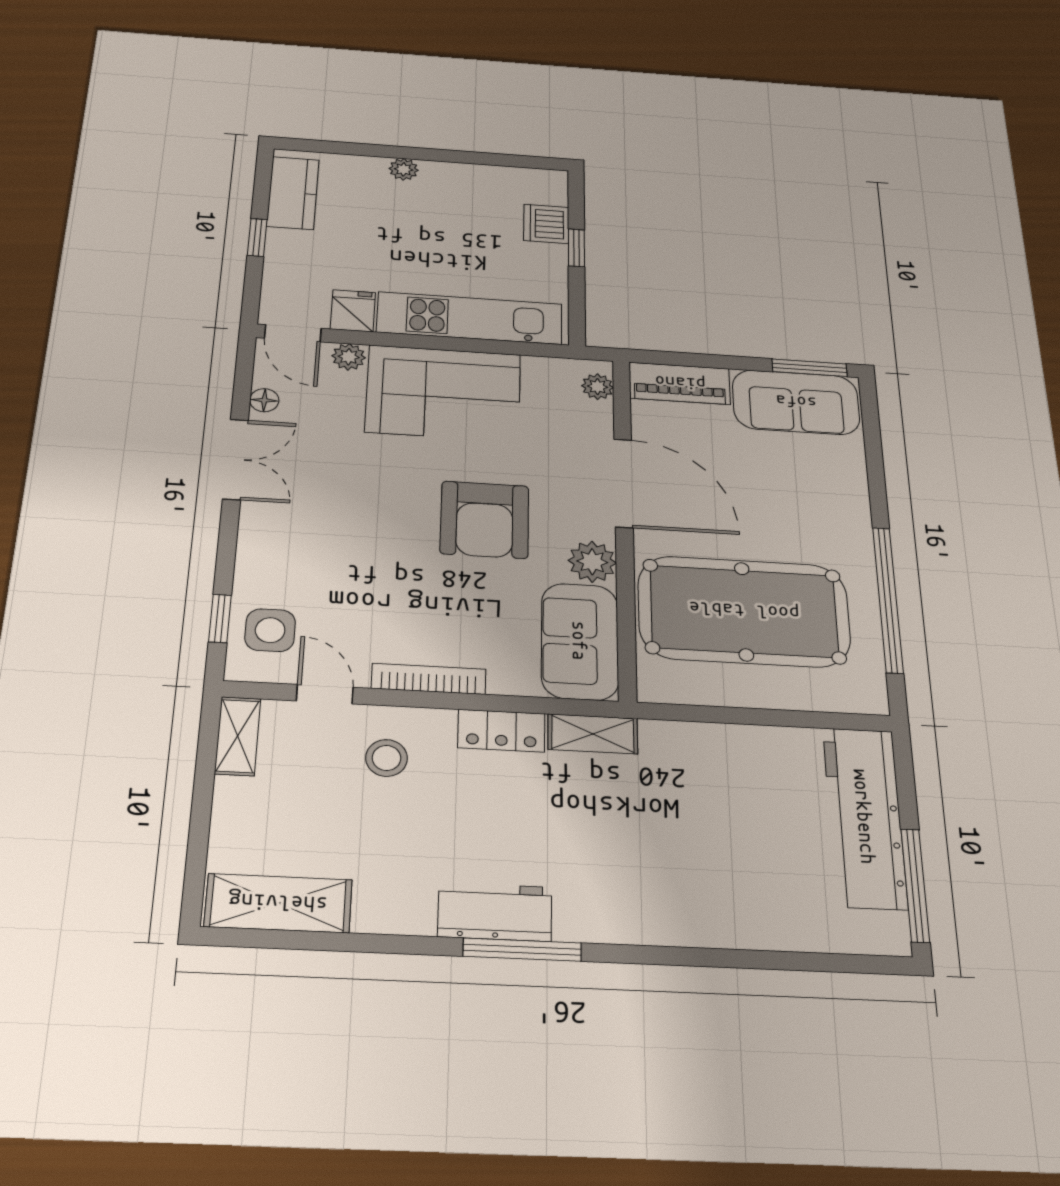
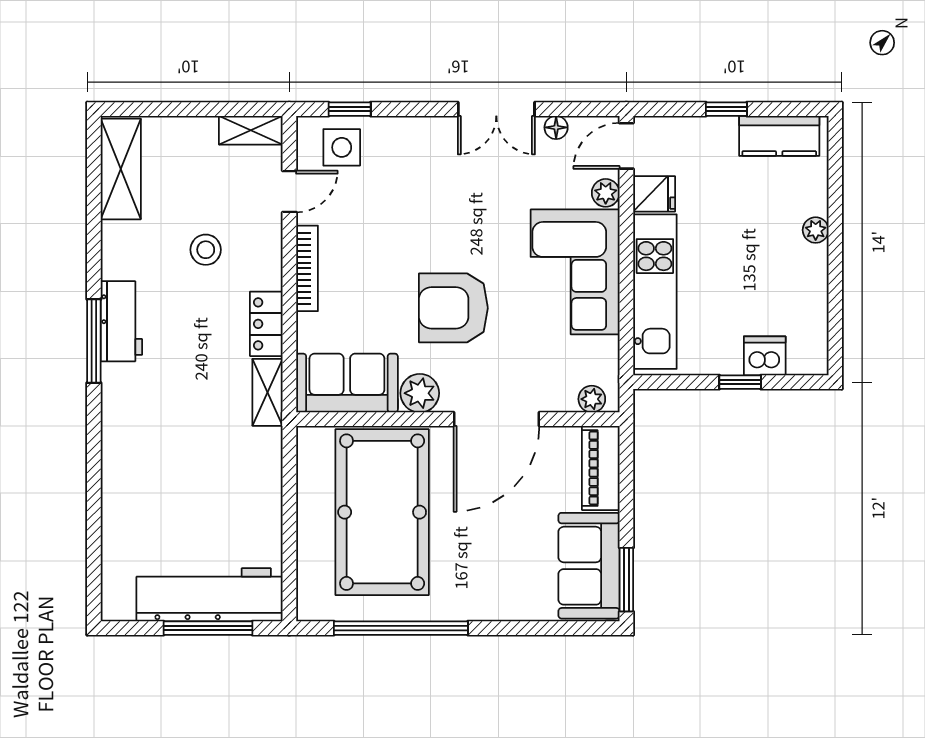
stool: (387, 758) -> (206, 250), moved
window: (915, 885) -> (208, 628), moved

